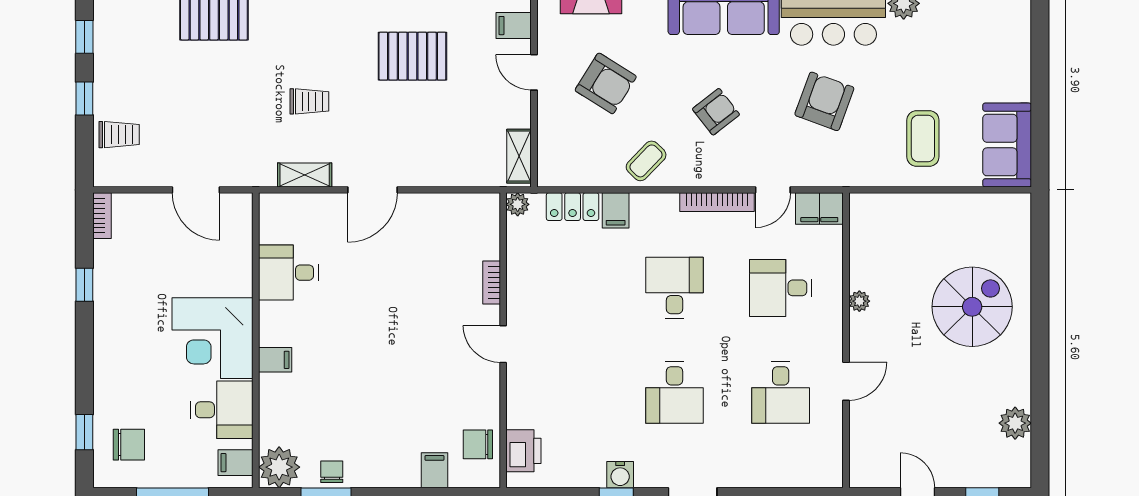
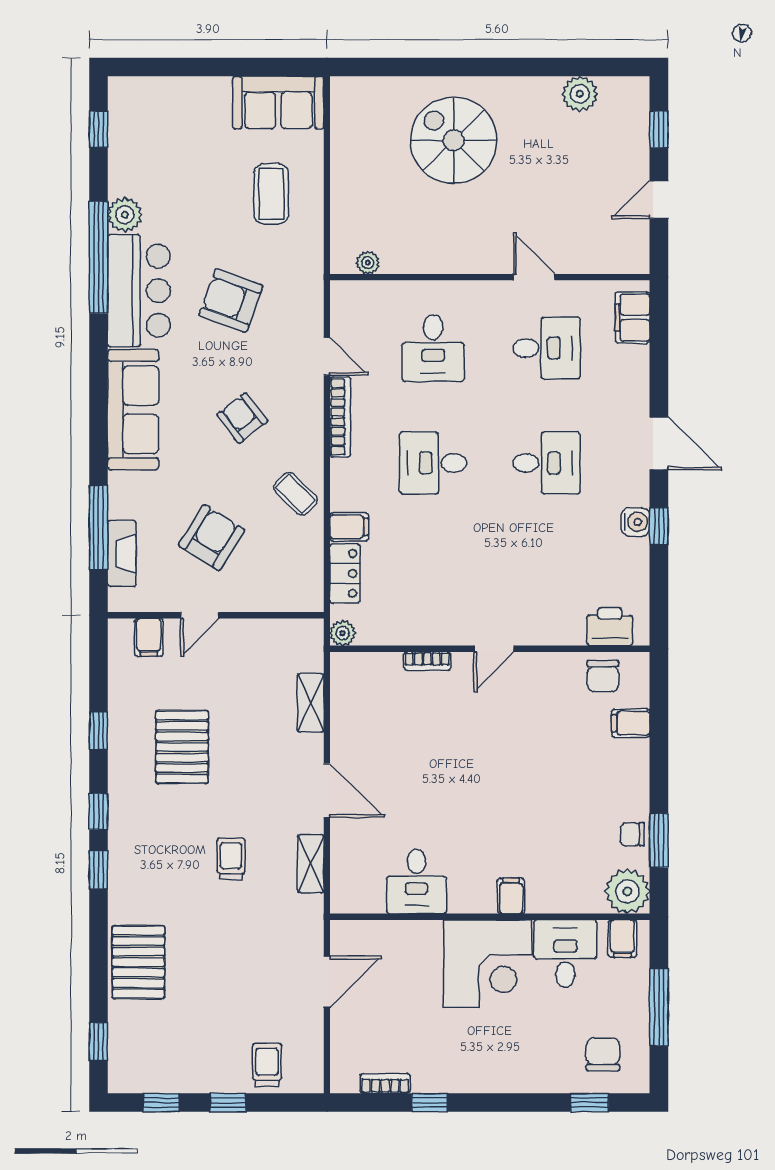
coffee table: (923, 139) -> (271, 194), turned 90
shelving: (519, 156) -> (311, 703), moved, turned 90
filing cabinet: (819, 209) -> (633, 318), moved, turned 180
bookcase: (102, 216) -> (385, 1083), moved
plant: (859, 301) -> (368, 263), moved

